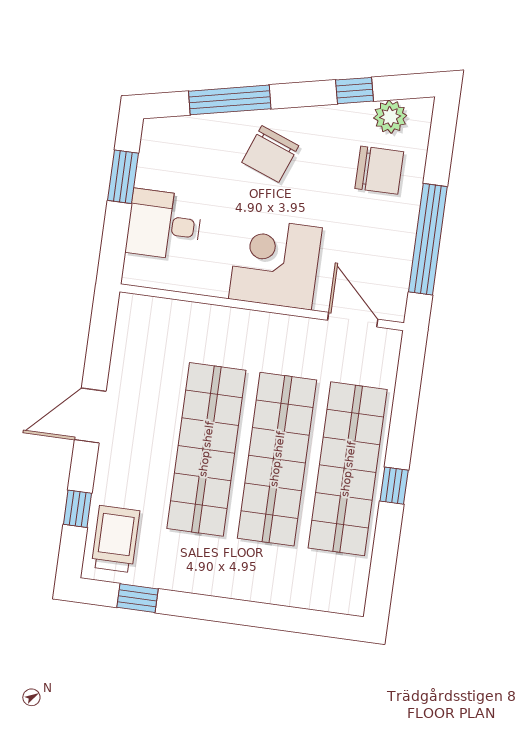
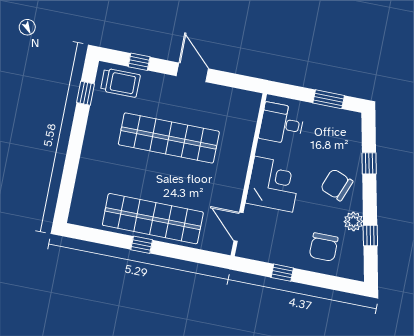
window: (230, 100) -> (369, 163), width x0.46
plant: (390, 117) -> (353, 221), moved
desk: (164, 225) -> (282, 124), moved, turned -90
window: (428, 239) -> (282, 273), width x0.32
door: (353, 320) -> (238, 227), swing flipped
shop shelf: (277, 459) -> (161, 178), removed

